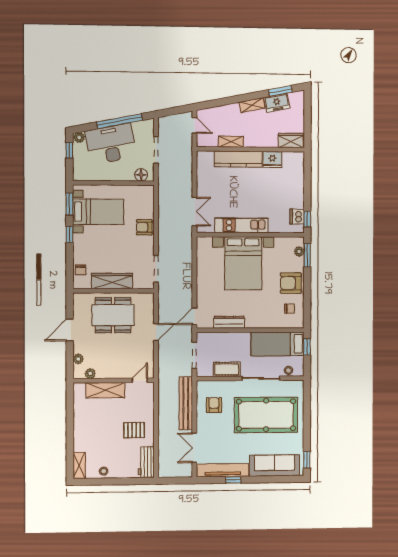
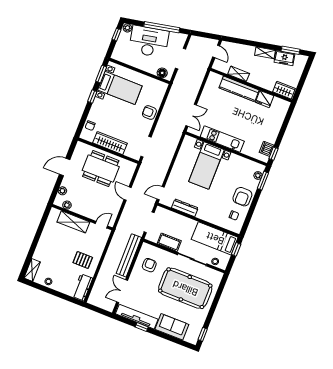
bed with nightstands: (243, 263) -> (206, 166), width x0.73
armchair: (291, 283) -> (242, 197), turned -90
door: (156, 332) -> (128, 194), swing flipped
sofa: (275, 466) -> (172, 327), width x0.73

